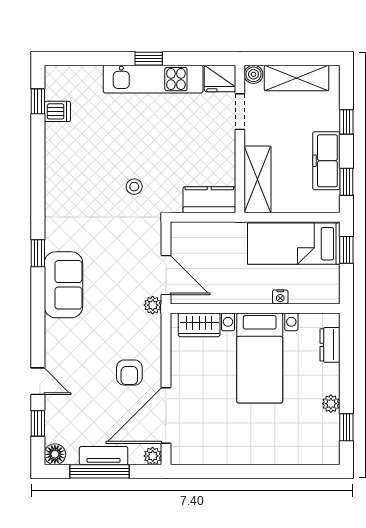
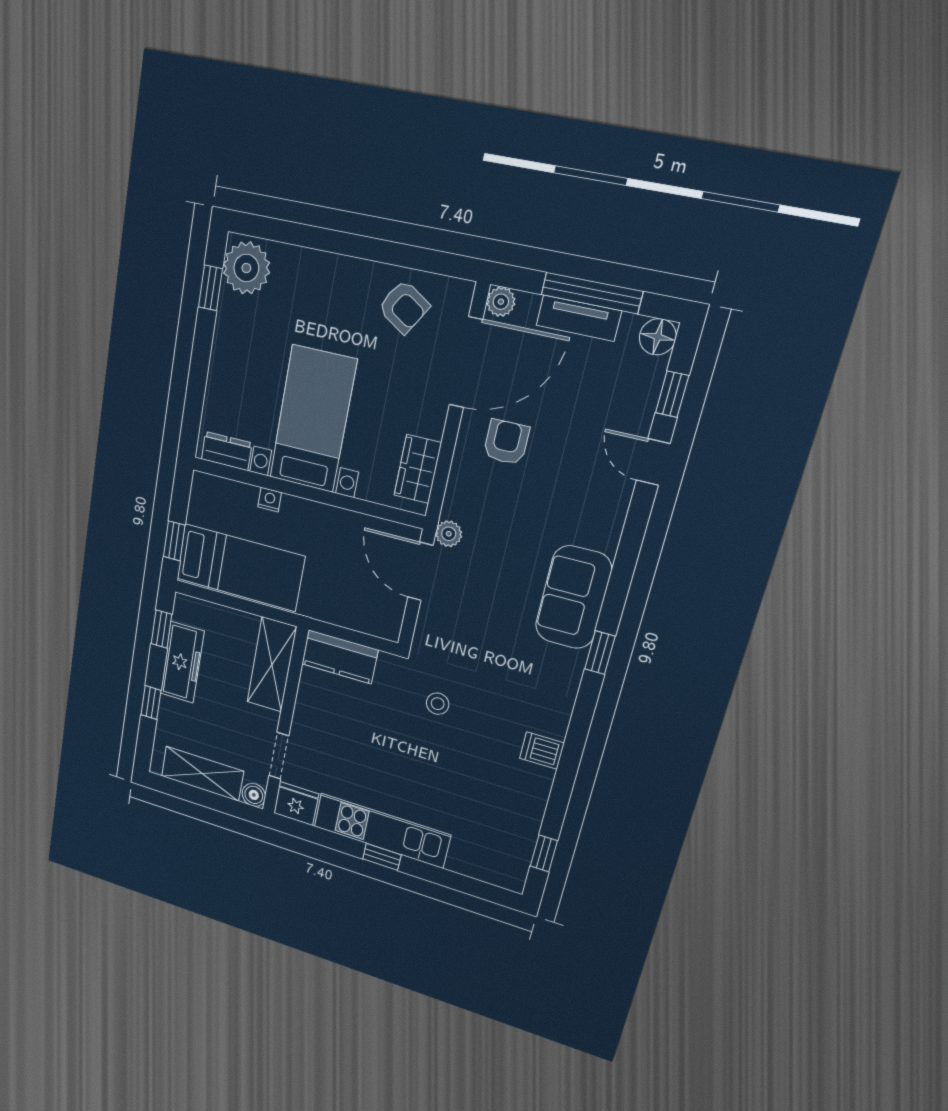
dishwasher: (57, 111) -> (542, 751), moved
wardrobe: (199, 325) -> (418, 469), moved, turned -90
dresser: (330, 345) -> (227, 451), moved, turned -90
plant: (331, 404) -> (246, 268), moved, width x1.88, depth x1.88
armchair: (213, 441) -> (404, 307), added

